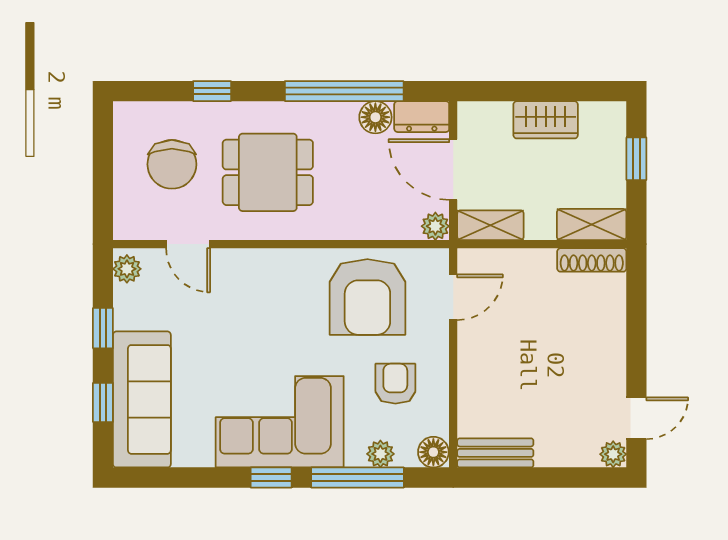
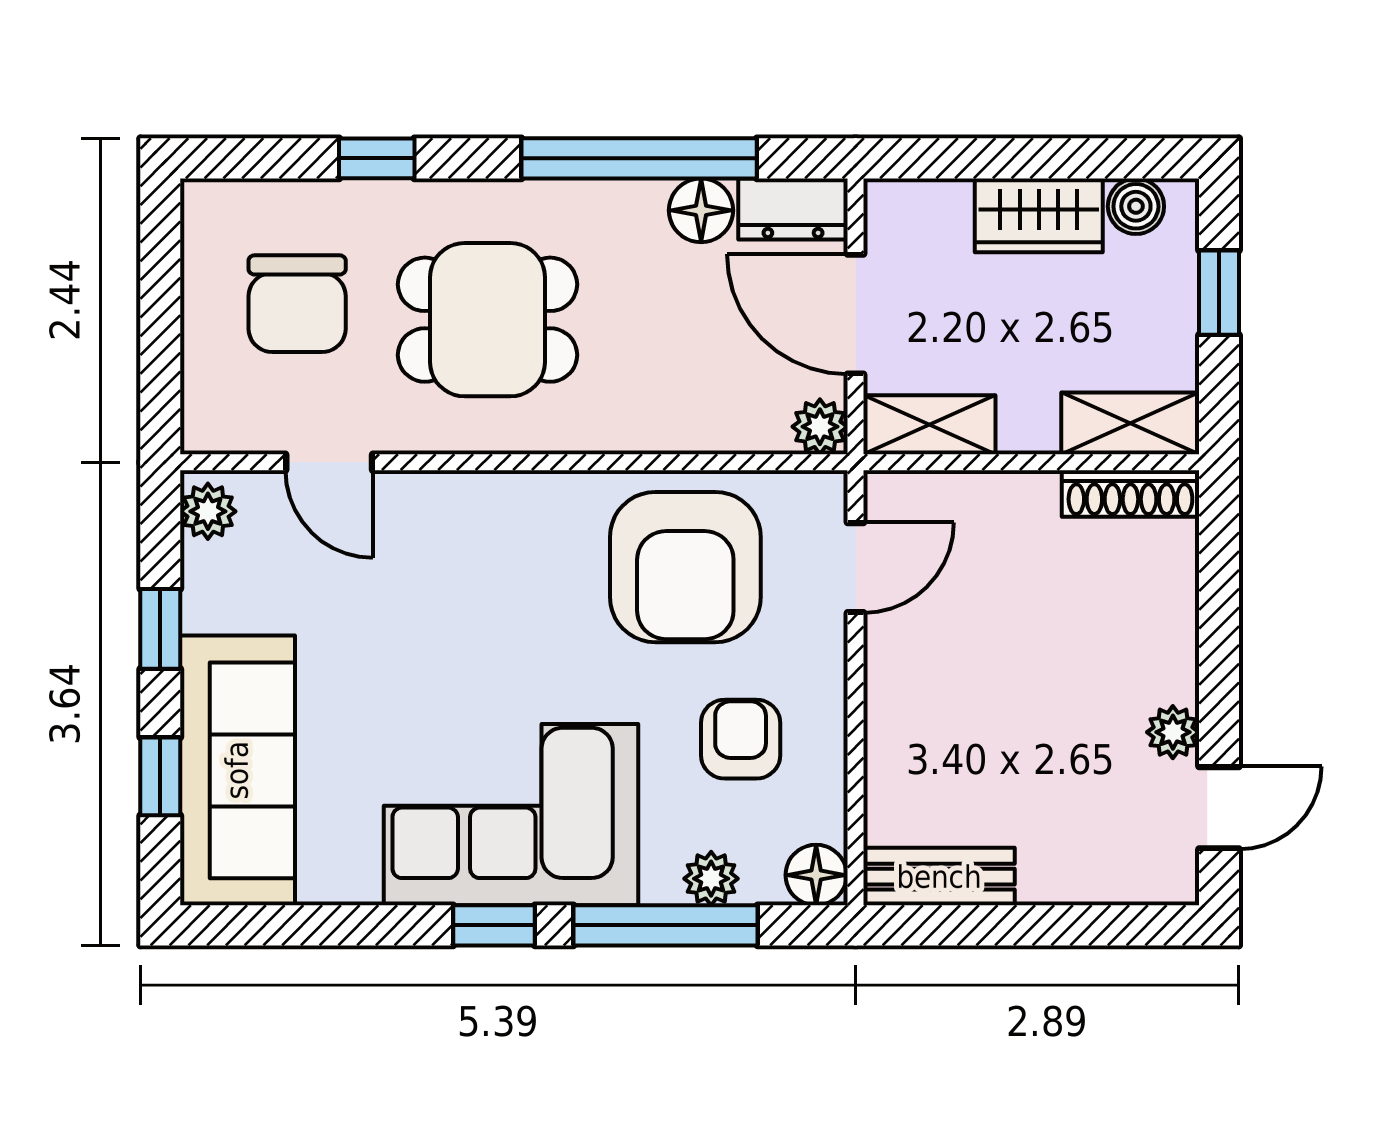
boiler: (595, 115) -> (1136, 206), added
plant: (613, 454) -> (1173, 732), moved

